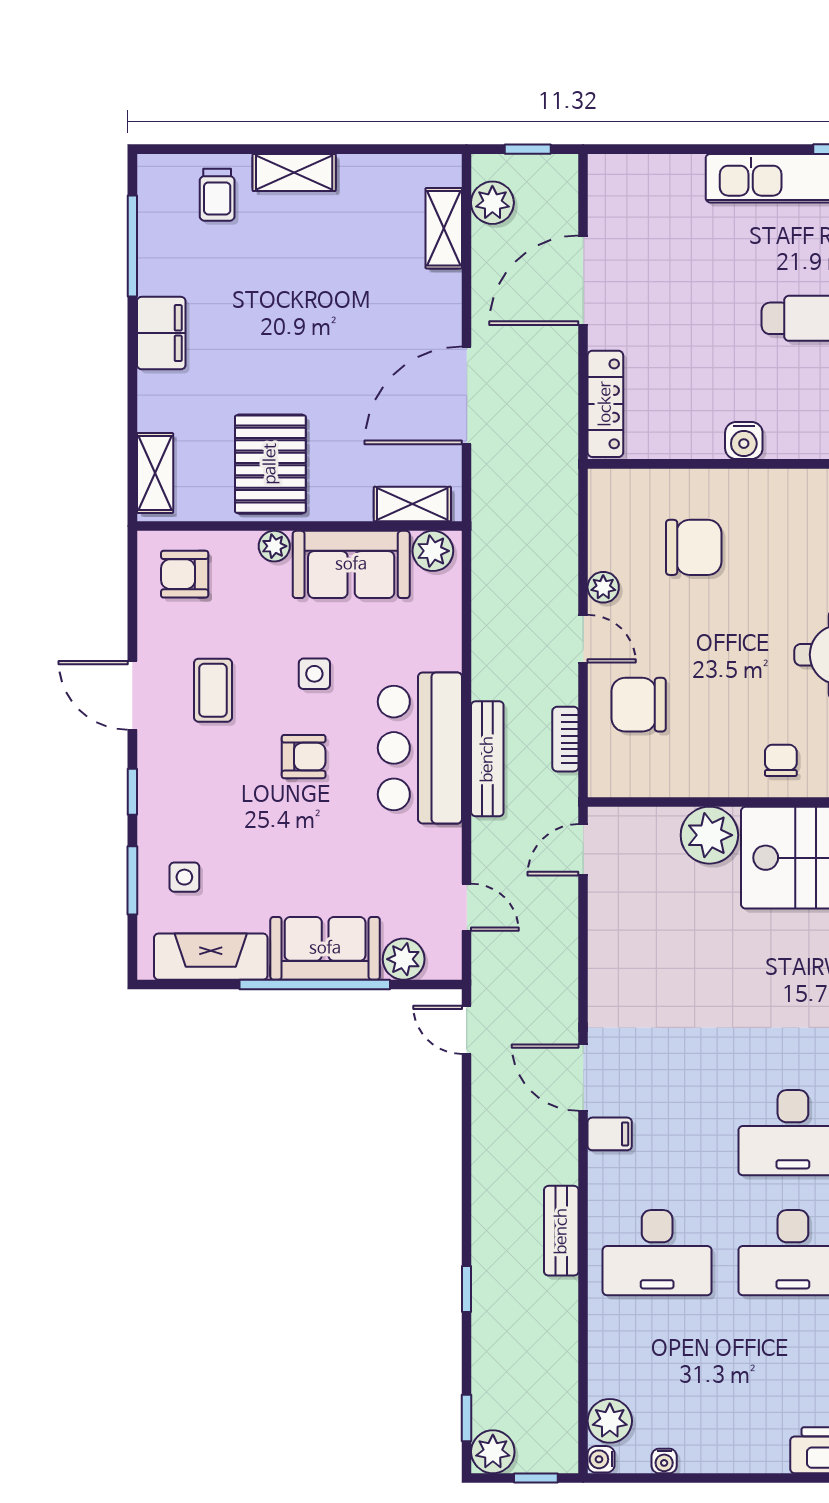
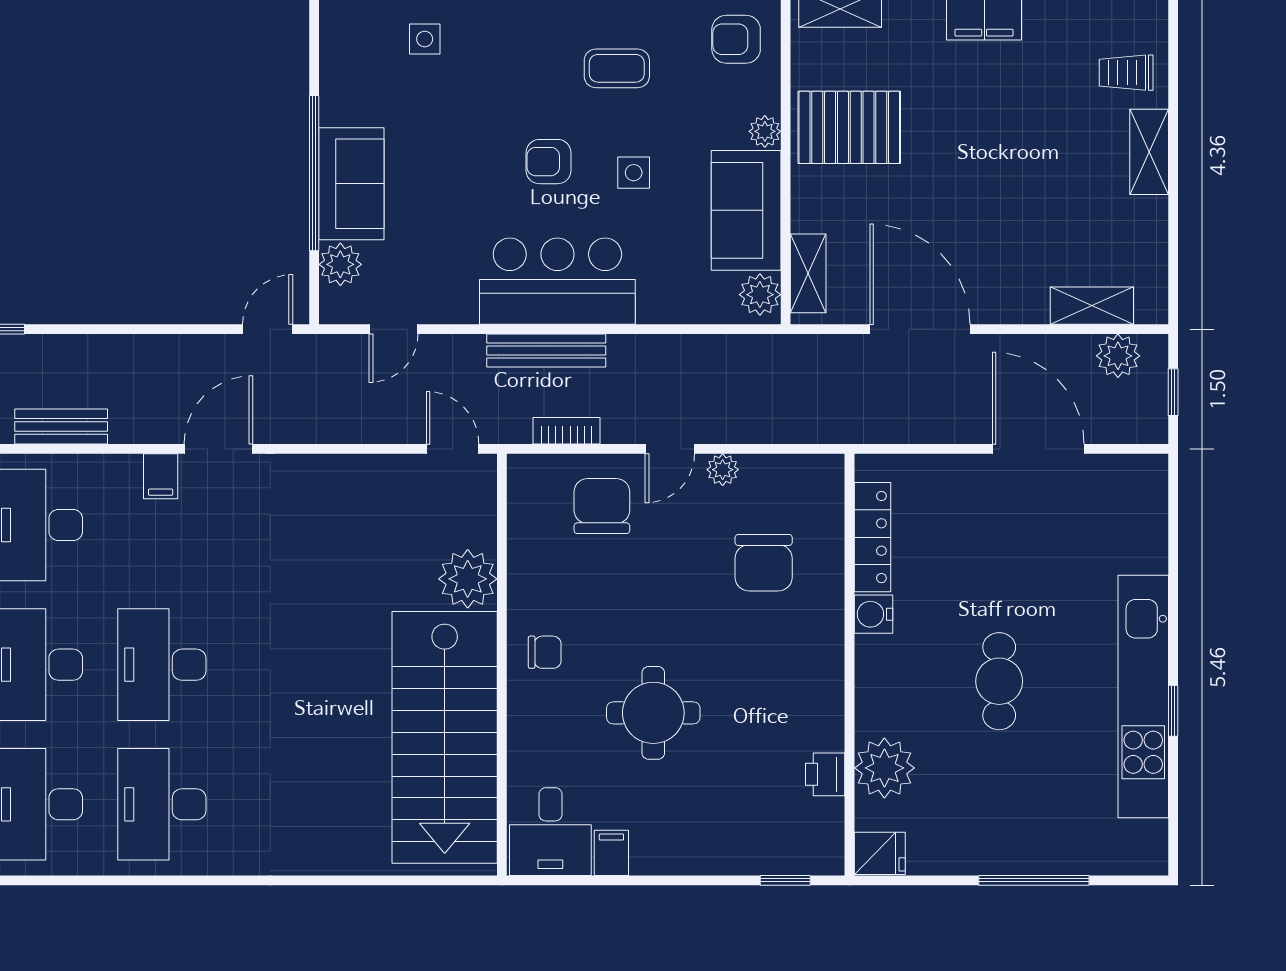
locker: (605, 404) -> (872, 537), moved, turned -90
armchair: (185, 574) -> (736, 39), turned -90
armchair: (304, 757) -> (549, 162), turned 90
fireplace: (211, 957) -> (343, 66), removed

